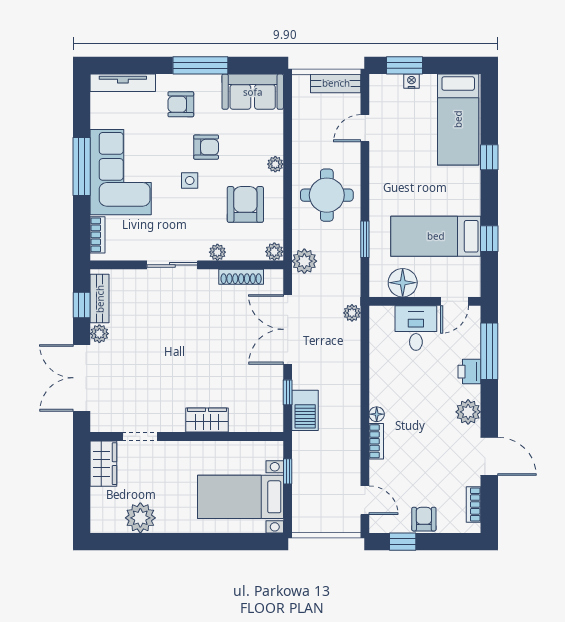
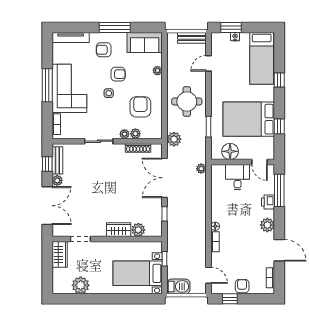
plant: (275, 164) -> (157, 71), moved
bed: (436, 236) -> (249, 119), width x1.50
plant: (274, 252) -> (135, 134), moved
door: (455, 301) -> (260, 162), hinge flipped
double door: (82, 378) -> (47, 206), swing flipped
barbecue: (305, 410) -> (178, 286), moved, turned -90
plant: (242, 420) -> (138, 230), added

